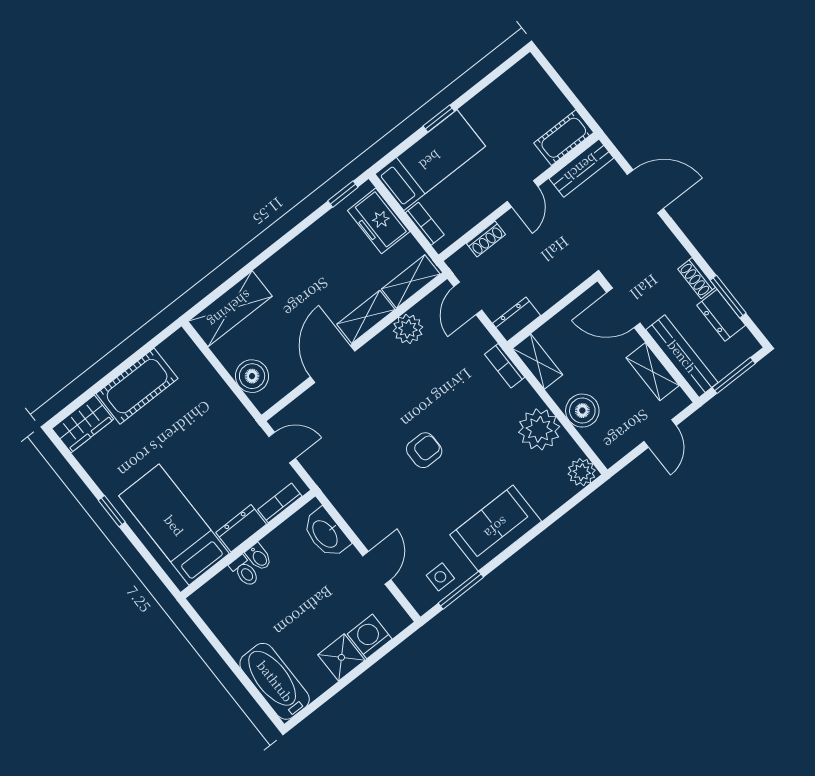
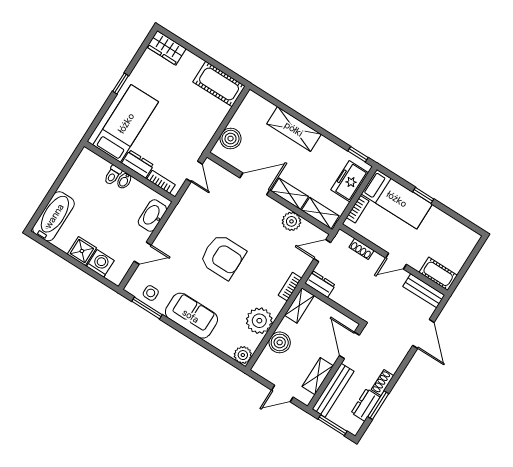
shelving: (230, 309) -> (294, 129), moved
cot: (137, 386) -> (219, 84), moved
armchair: (424, 450) -> (223, 257), width x1.88, depth x1.88

